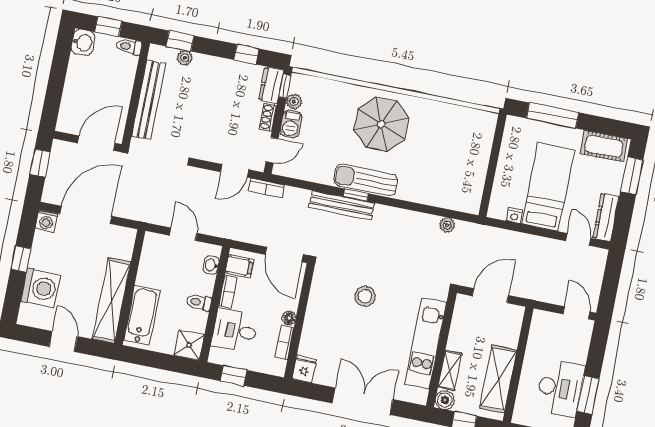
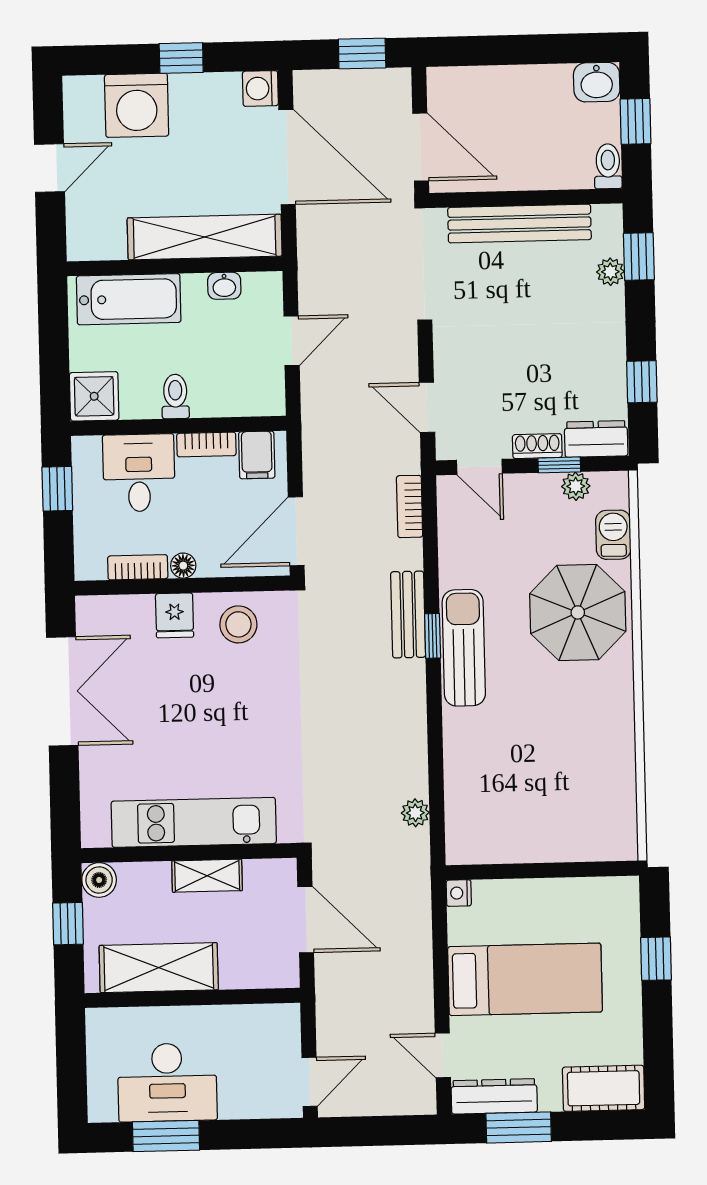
window: (285, 86) -> (559, 465), moved
window: (553, 115) -> (656, 959), width x0.46
barbecue: (291, 124) -> (613, 535), moved, turned 90
parasol: (381, 124) -> (578, 612), moved
cot: (604, 146) -> (604, 1088), moved, turned 90
window: (632, 176) -> (519, 1127), moved
bookcase: (266, 188) -> (410, 506), moved
bench: (342, 205) -> (408, 615), width x0.73
nightstand: (514, 216) -> (459, 893), moved
door: (578, 239) -> (443, 1055), swing flipped
washbasin: (211, 265) -> (224, 286), moved, turned 180
stool: (365, 296) -> (238, 624), moved
shelving: (112, 300) -> (205, 237), moved
fridge: (304, 369) -> (175, 615), moved, turned 90
shelving: (450, 371) -> (207, 876), moved
double door: (363, 401) -> (62, 691), moved

